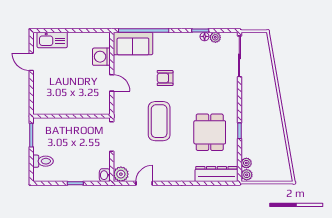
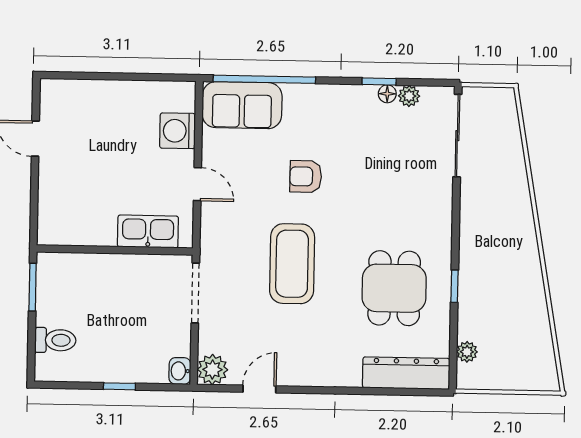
kitchen sink: (52, 40) -> (148, 231), moved, turned 180
plant: (247, 175) -> (467, 376), removed

